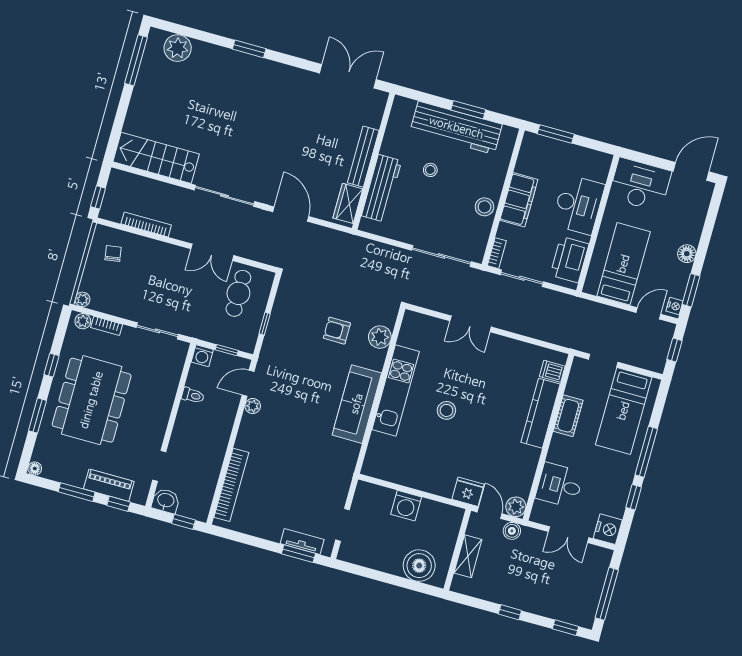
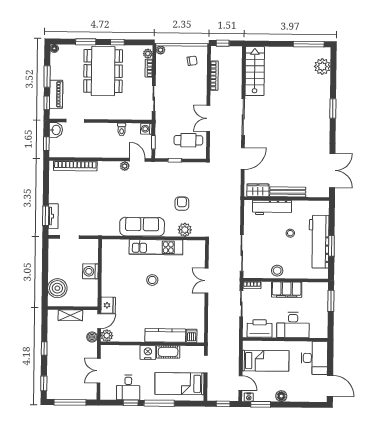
dining table: (92, 400) -> (103, 71), turned 90
desk: (559, 485) -> (128, 388), moved, turned 180
nightstand: (608, 529) -> (148, 352), moved, turned 180

